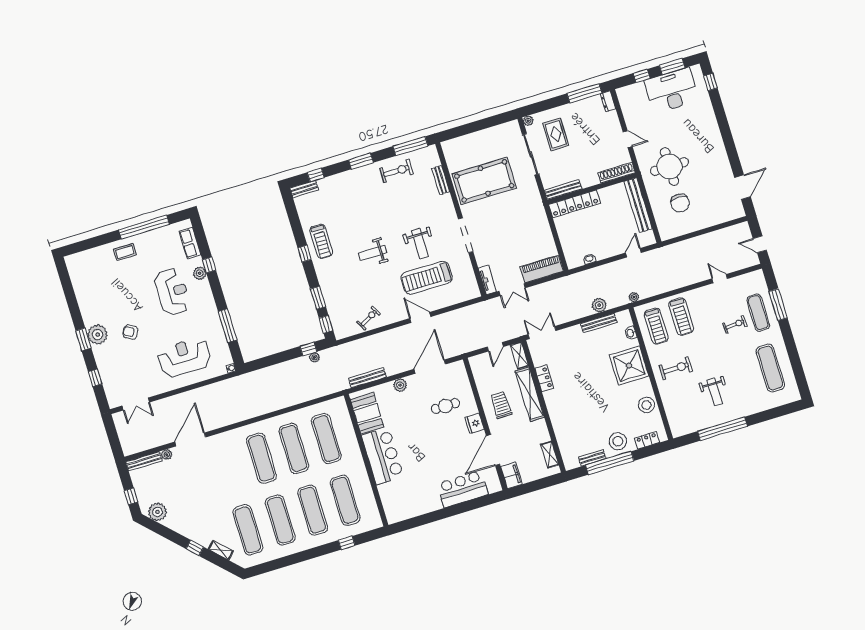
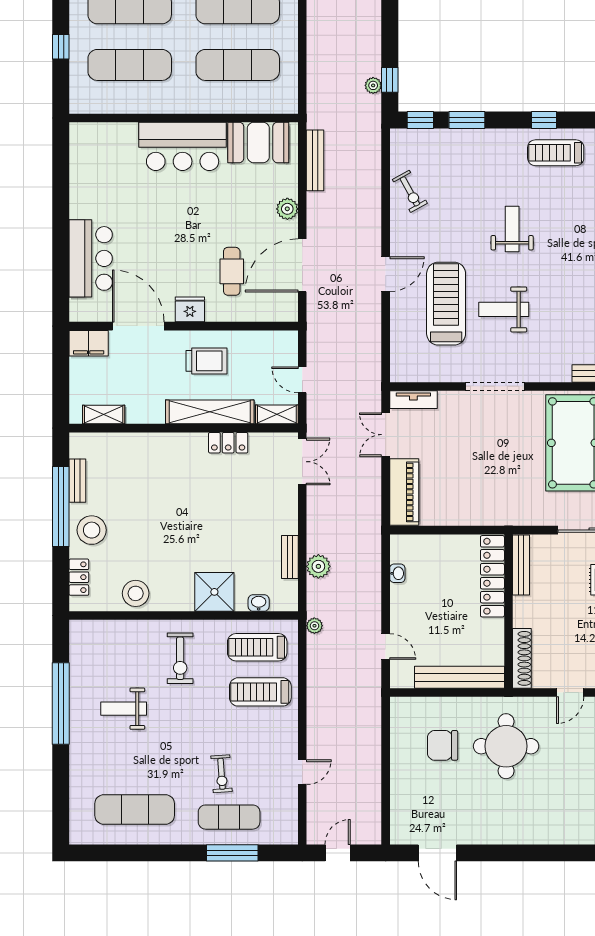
bench: (599, 323) -> (290, 557), width x0.73
shower: (629, 366) -> (214, 592), width x0.73, depth x0.73
door: (430, 367) -> (302, 265), swing flipped

